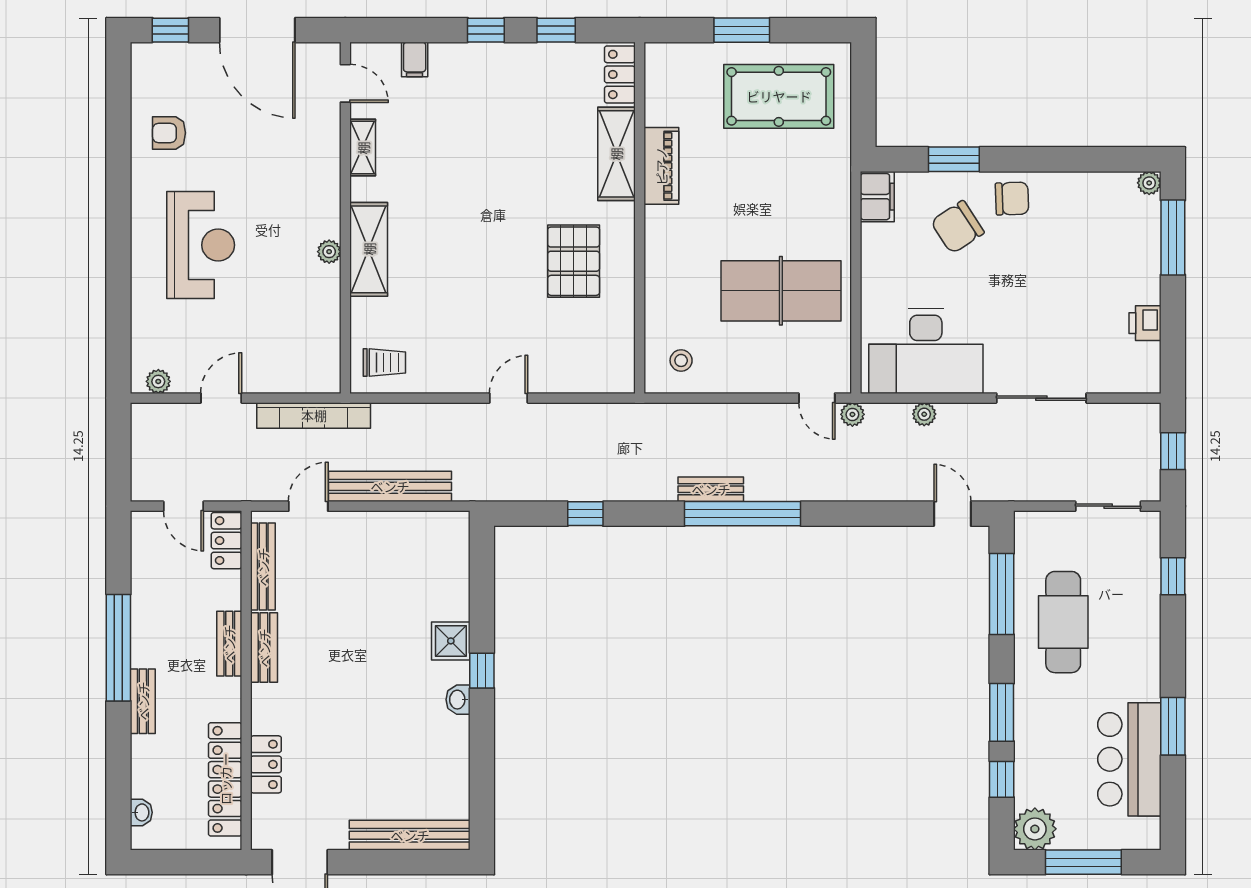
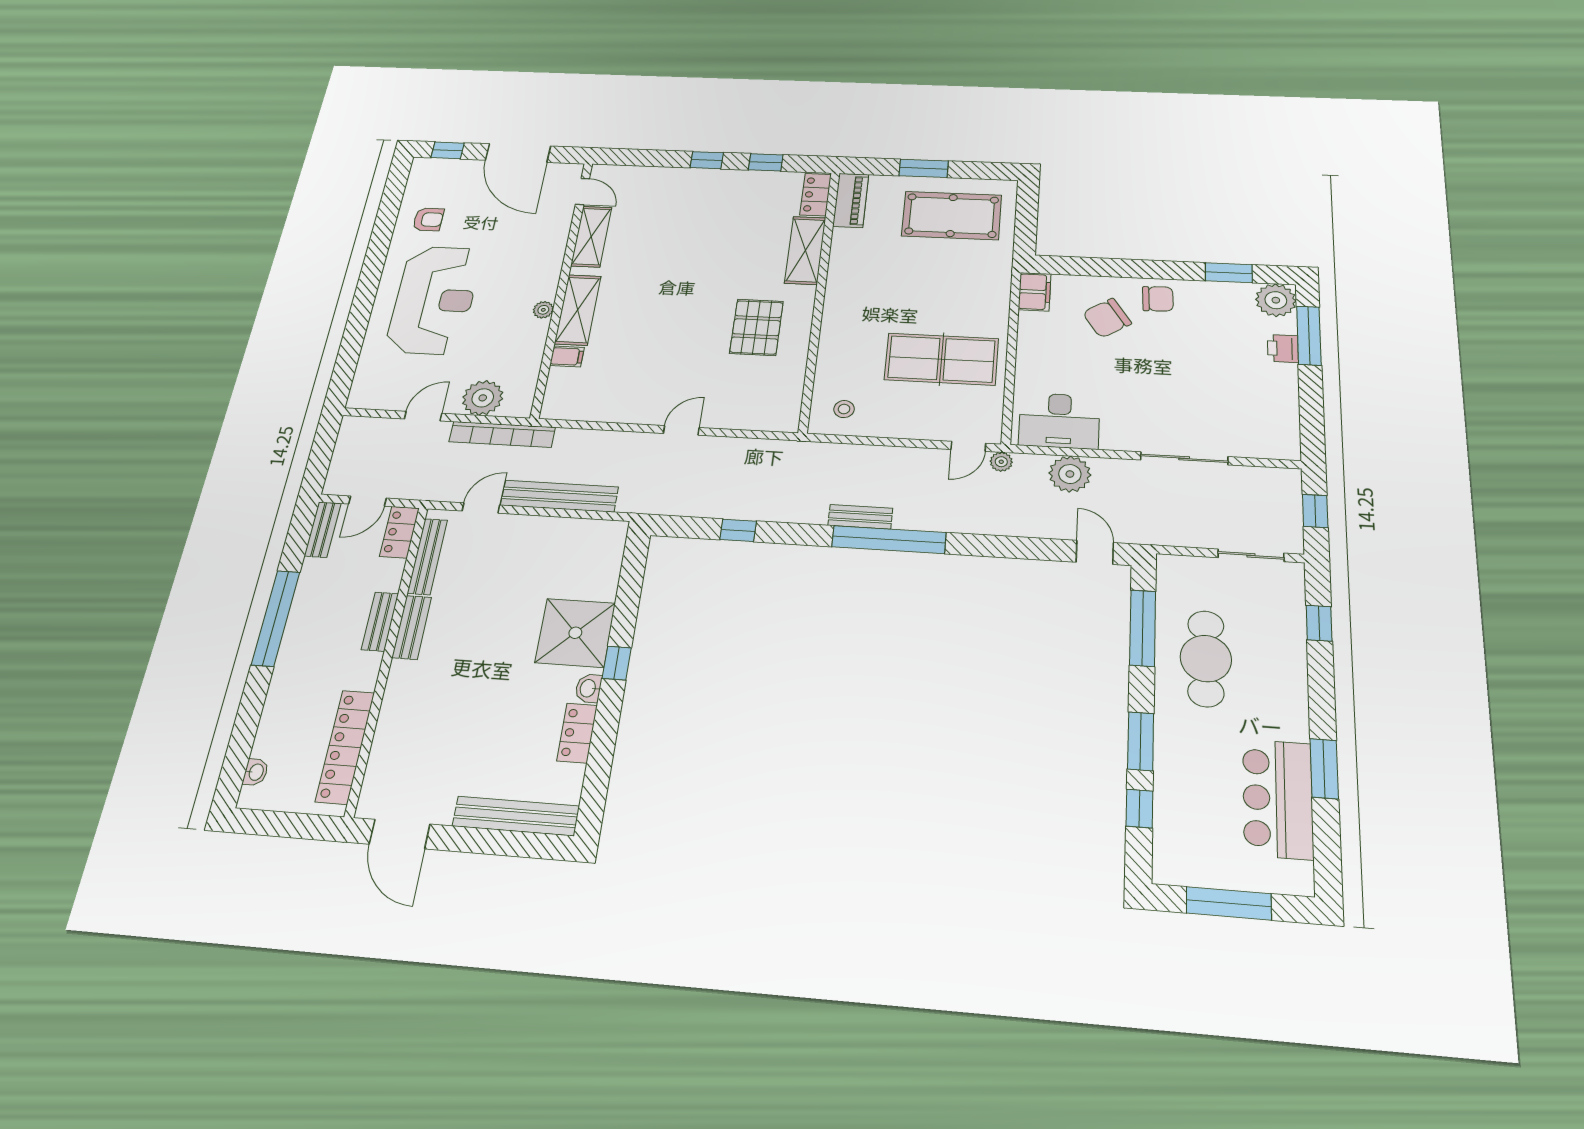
filing cabinet: (415, 59) -> (567, 356), moved, turned -90
armchair: (169, 133) -> (428, 219), turned 180
shelving: (363, 148) -> (591, 237), width x1.50, depth x1.33
window: (954, 159) -> (1229, 273), moved
piano: (661, 166) -> (851, 200), moved
plant: (1149, 183) -> (1276, 300), width x1.88, depth x1.88
reception desk: (201, 245) -> (434, 300), width x1.36, depth x1.30
printer: (1145, 323) -> (1283, 349), moved
desk: (926, 351) -> (1059, 421), width x0.73, depth x0.77
trolley: (384, 363) -> (574, 396), removed
plant: (158, 381) -> (483, 398), moved, width x1.88, depth x1.88
door: (817, 398) -> (968, 446), hinge flipped
plant: (924, 414) -> (1070, 474), width x1.88, depth x1.88
door: (183, 506) -> (367, 501), hinge flipped
shower: (451, 641) -> (575, 633), width x1.86, depth x1.86
bench: (143, 701) -> (323, 530), moved
locker: (266, 764) -> (577, 733), moved, turned 180
plant: (1035, 829) -> (1175, 863), removed

